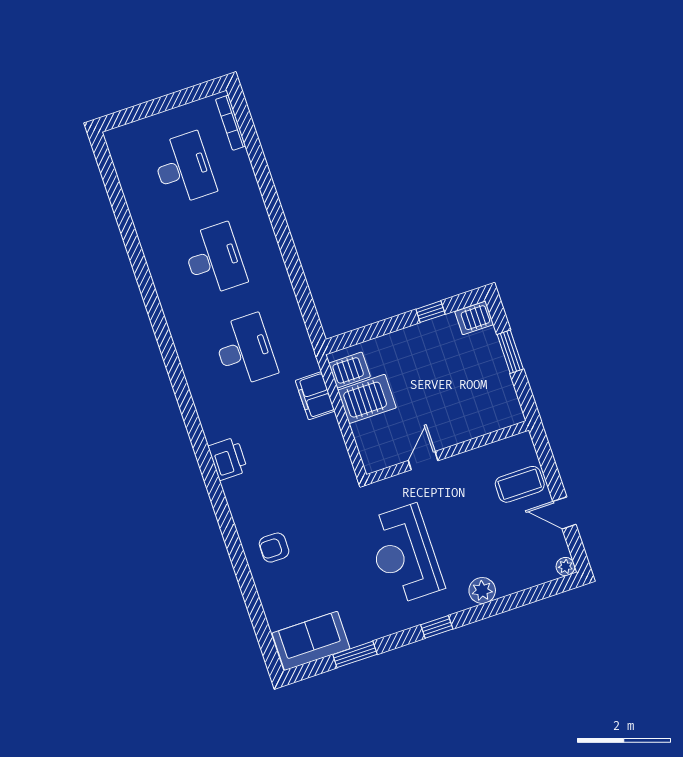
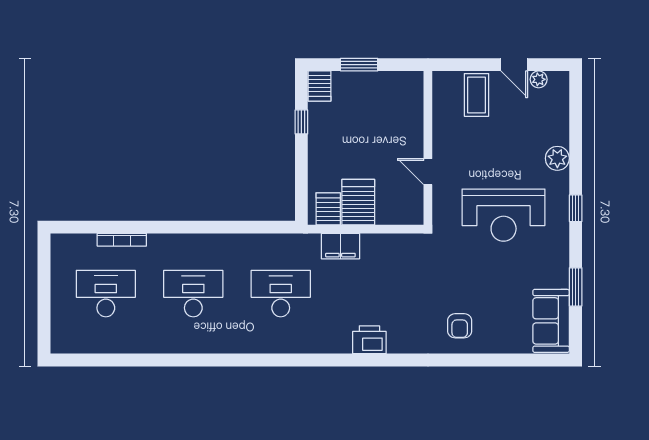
bookcase: (231, 123) -> (122, 240), moved
door: (564, 513) -> (514, 65), hinge flipped
plant: (565, 567) -> (539, 79), moved

